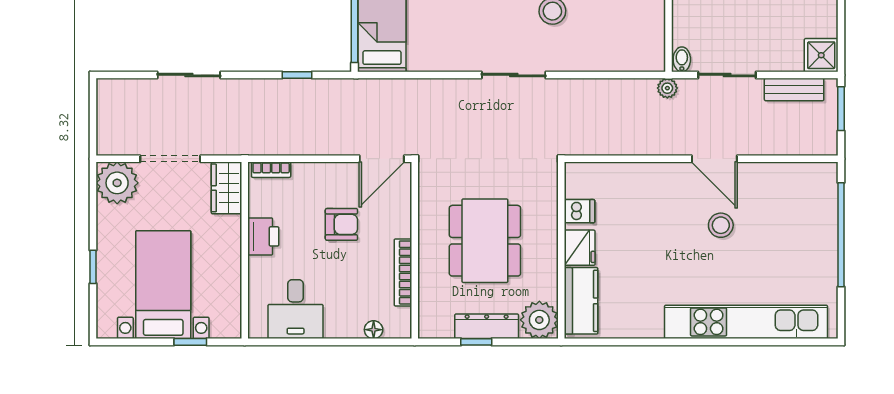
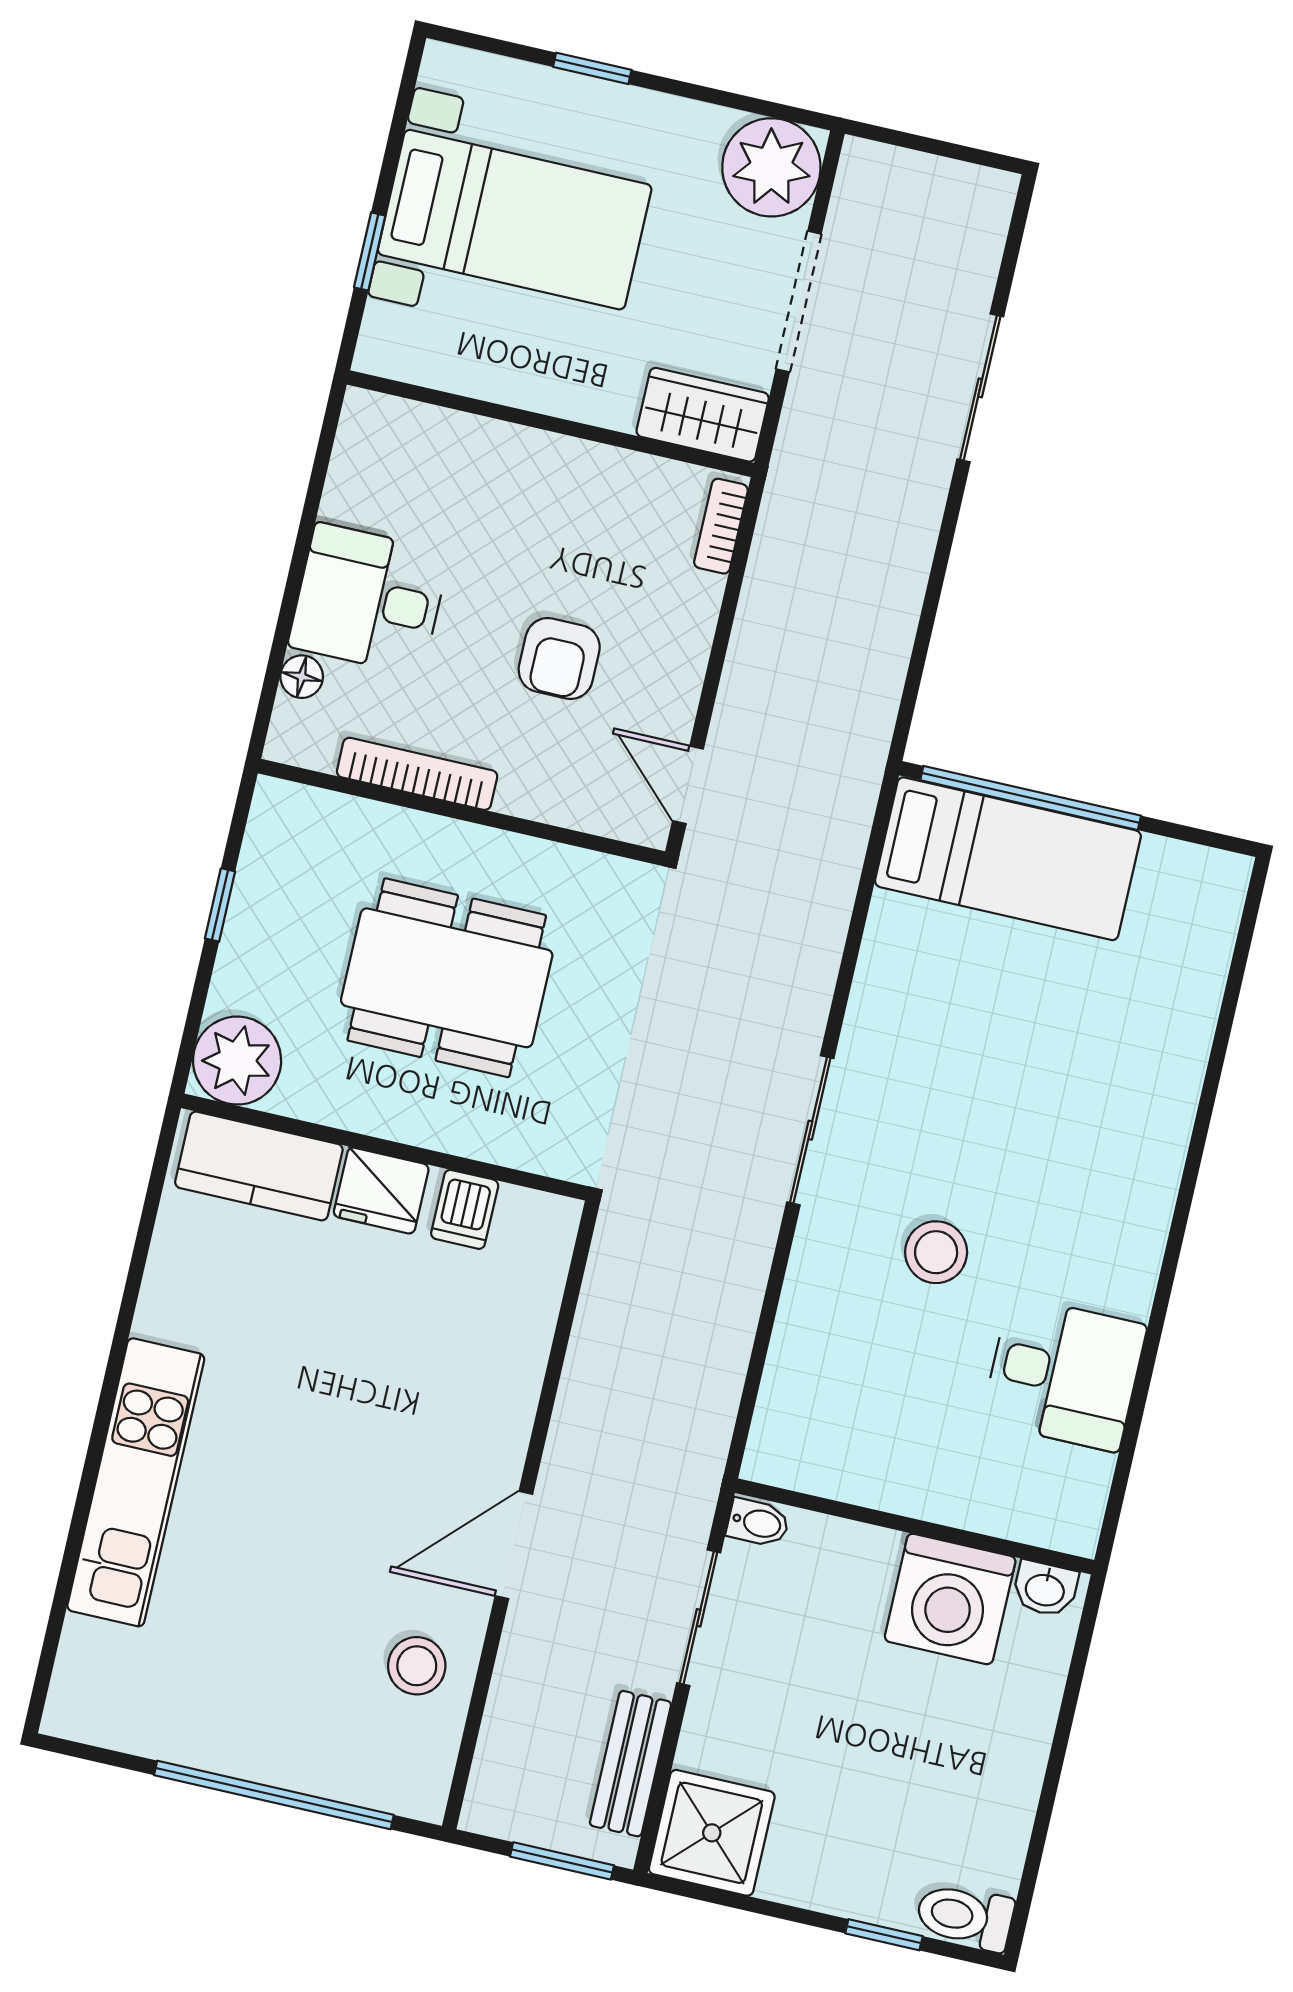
shower: (821, 55) -> (712, 1833), width x1.36, depth x1.36
window: (297, 75) -> (924, 635), removed
plant: (667, 88) -> (700, 1475), removed
door: (382, 159) -> (688, 785), width x0.73
stool: (721, 225) -> (417, 1666), moved
printer: (263, 236) -> (573, 473), removed
desk: (296, 309) -> (369, 599), moved
kitchen unit: (746, 322) -> (136, 1482), width x0.73
dresser: (487, 326) -> (250, 937), removed

